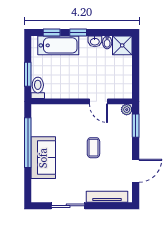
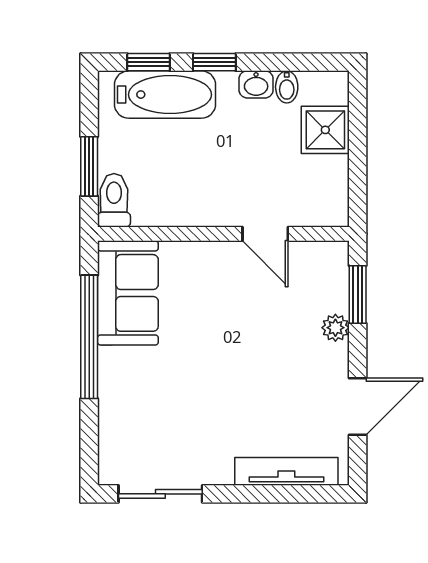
shower: (122, 45) -> (325, 130), moved
plant: (127, 110) -> (335, 328), moved
coffee table: (93, 148) -> (253, 349), removed
sofa: (43, 158) -> (128, 293), moved
sliding door: (68, 206) -> (160, 494), moved

